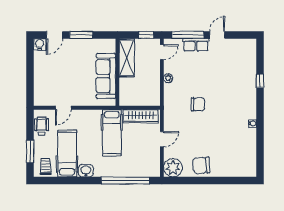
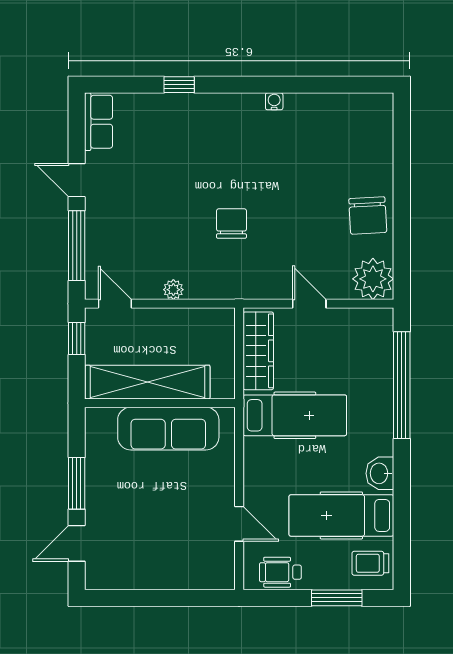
door: (54, 35) -> (77, 543), swing flipped
water cooler: (40, 44) -> (98, 577), removed
row of seats: (196, 45) -> (99, 122), moved
shelving: (127, 58) -> (148, 382), width x1.47

